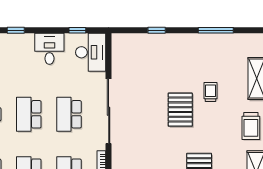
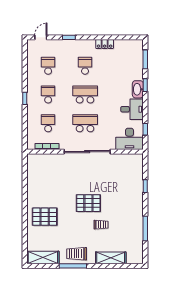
washbasin: (22, 41) -> (138, 89), added

